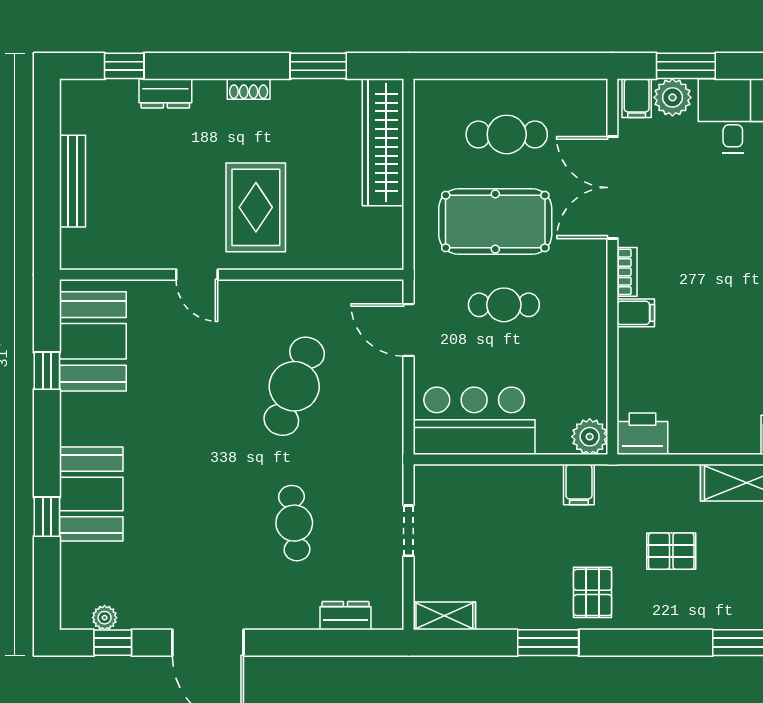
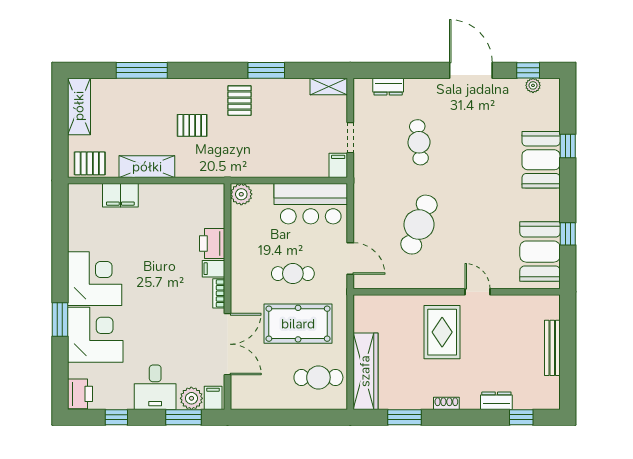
cafe table: (507, 134) -> (318, 377), moved
printer: (642, 434) -> (212, 244), moved, turned 90
filing cabinet: (579, 485) -> (338, 165), moved

